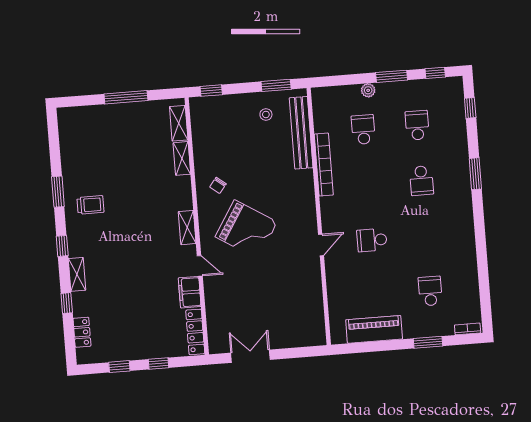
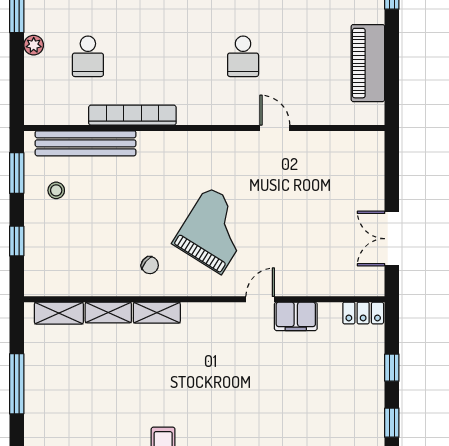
window: (211, 91) -> (17, 241), moved
school desk: (363, 130) -> (88, 56), turned -90
shelving: (187, 228) -> (157, 313), moved
door: (321, 245) -> (275, 128), moved
locker: (195, 332) -> (363, 313), width x0.66

